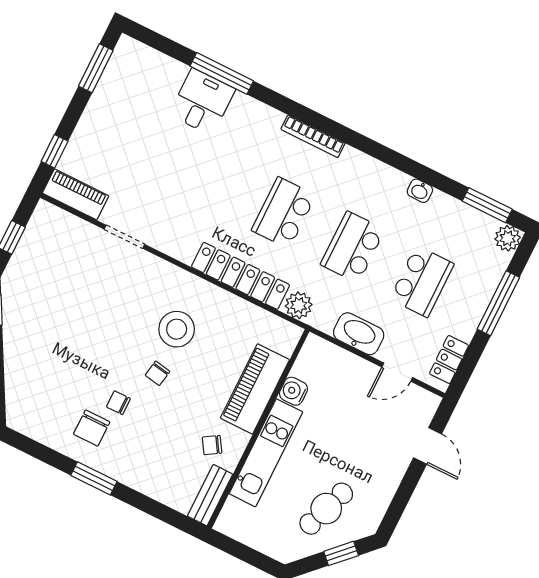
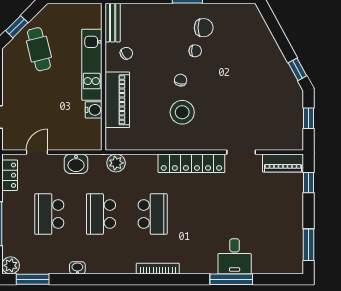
school desk: (353, 247) -> (101, 214), turned 180
locker: (240, 276) -> (191, 163), moved
washbasin: (359, 334) -> (76, 164), width x0.72
chair: (92, 428) -> (204, 28), turned 90
cafe table: (326, 509) -> (39, 49), turned -34

